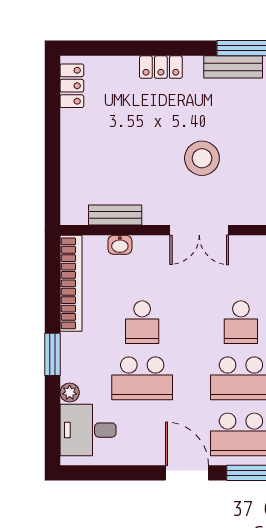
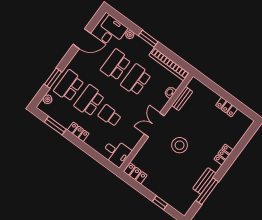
locker: (72, 86) -> (227, 107), moved
school desk: (142, 322) -> (136, 80), width x1.85
door: (187, 473) -> (82, 39), moved

